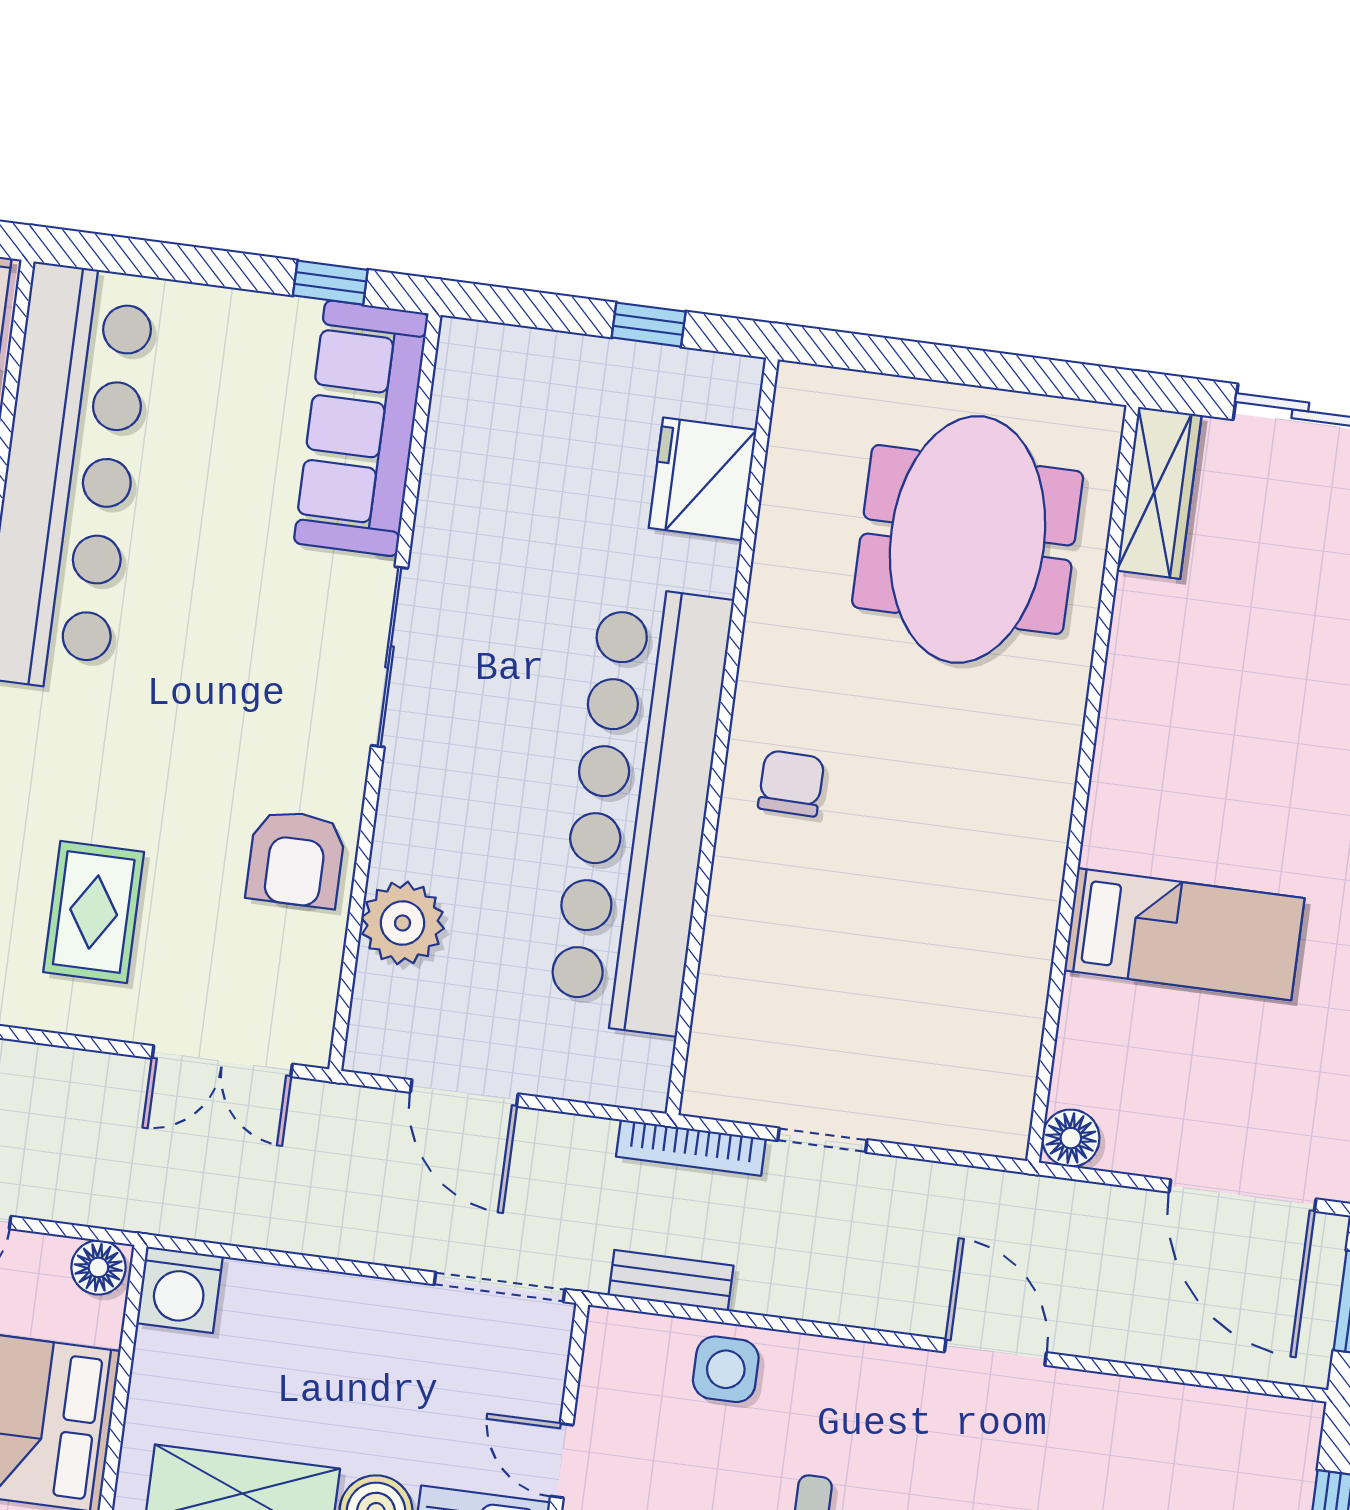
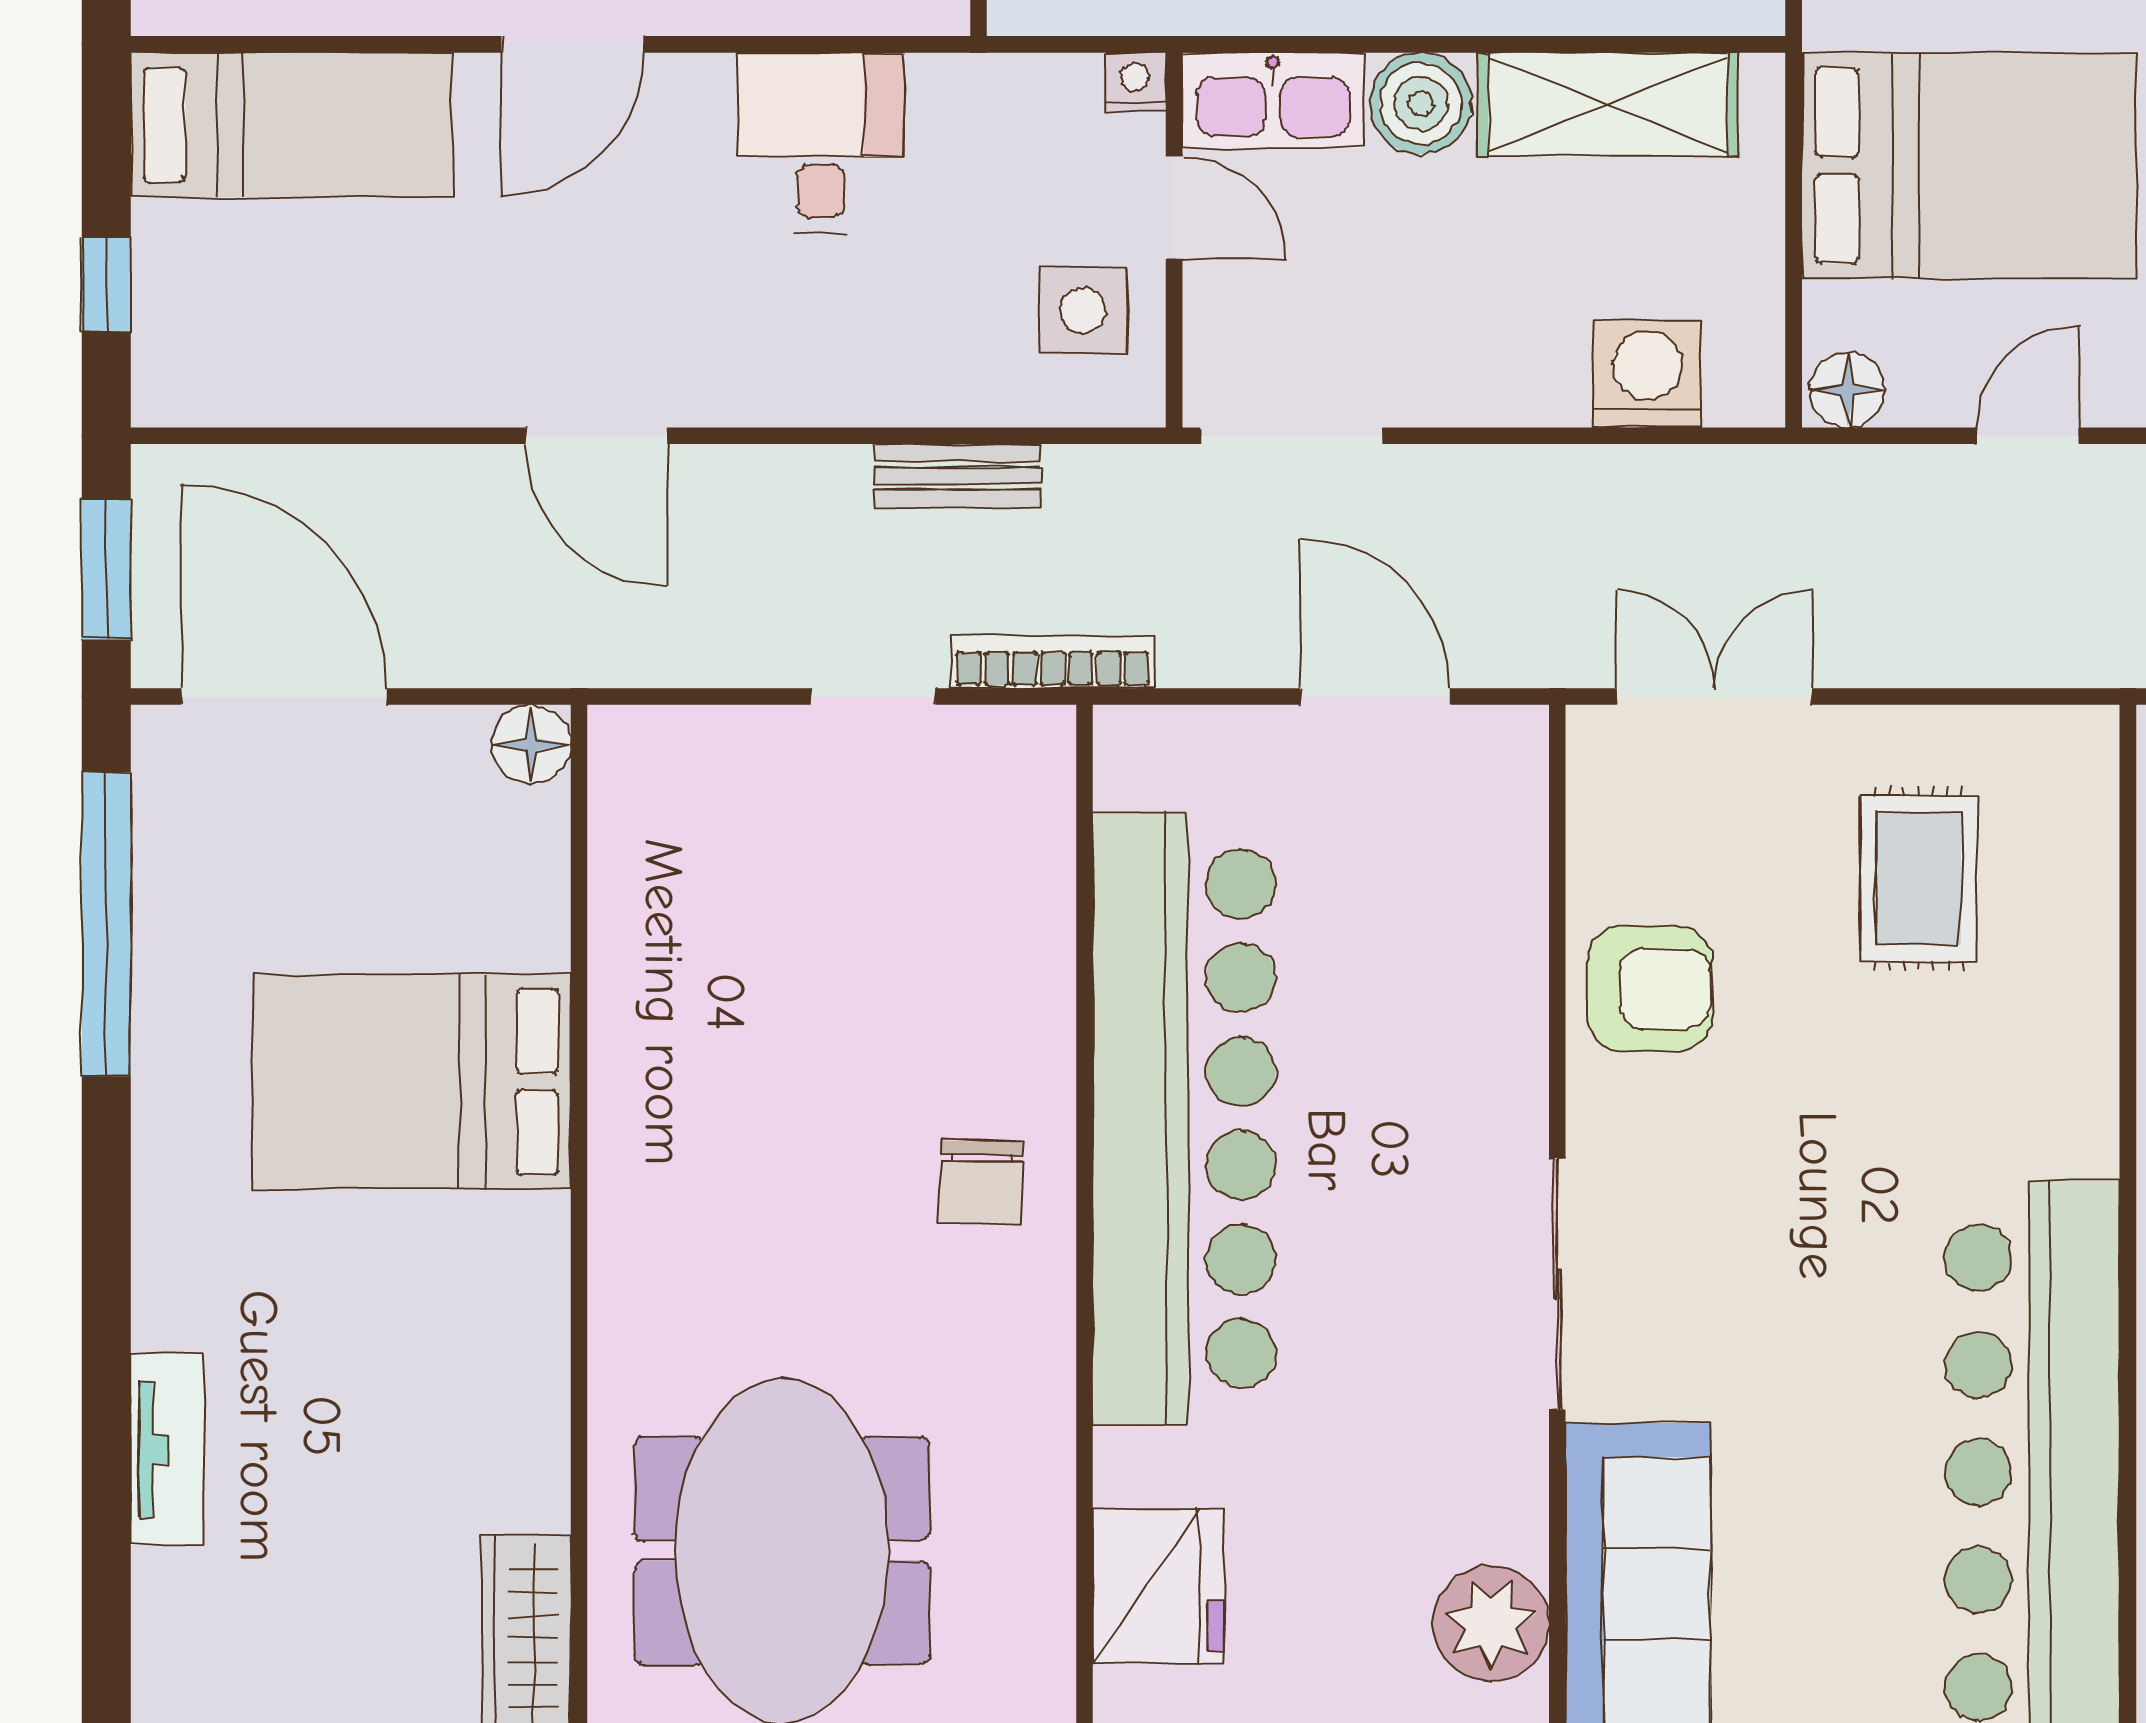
armchair: (296, 859) -> (1650, 989), turned 90
plant: (403, 923) -> (1491, 1623), moved
bed: (1184, 934) -> (412, 1082), width x1.50
bench: (671, 1280) -> (958, 476), moved
washing machine: (180, 1290) -> (1647, 374), moved
side table: (726, 1369) -> (1083, 311), moved

